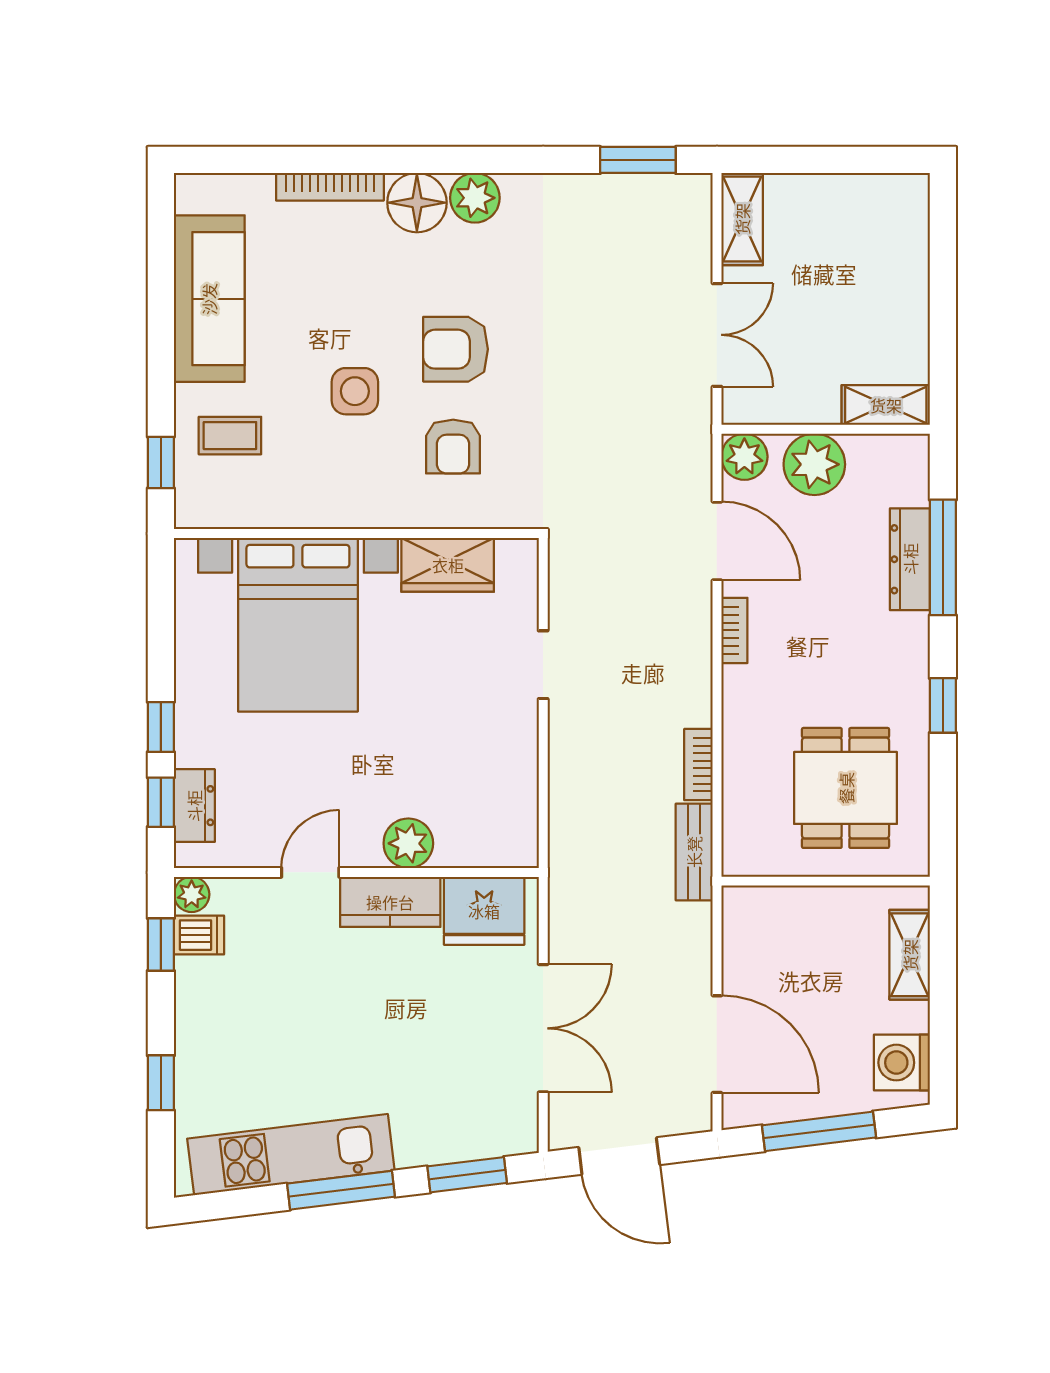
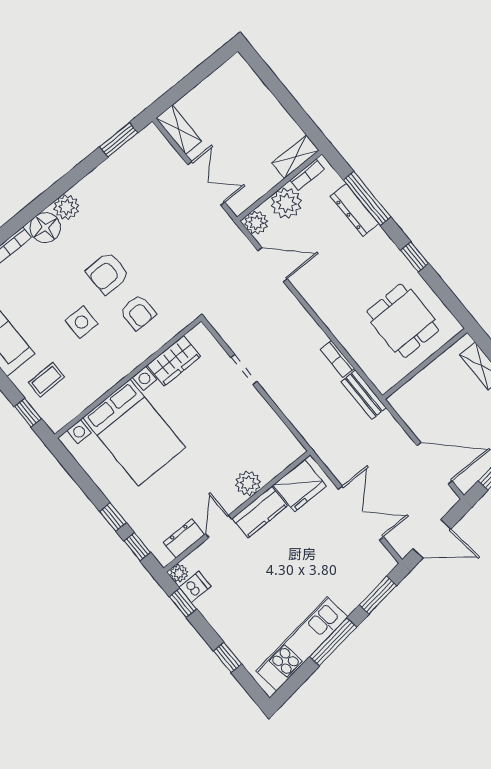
bookcase: (734, 630) -> (307, 175), moved, turned 90
dresser: (194, 806) -> (184, 538), moved, turned -90

